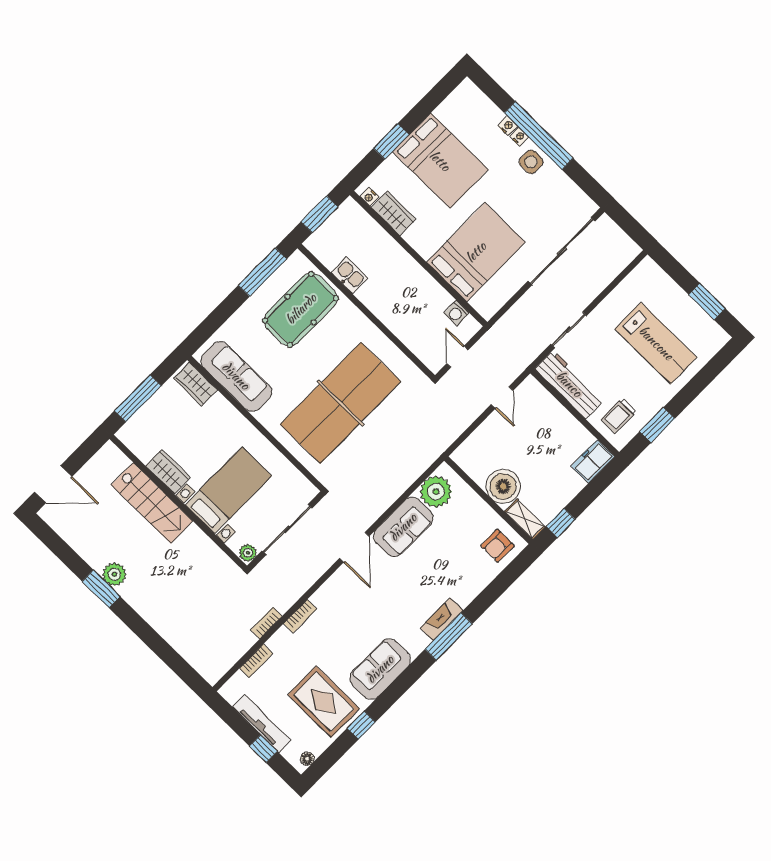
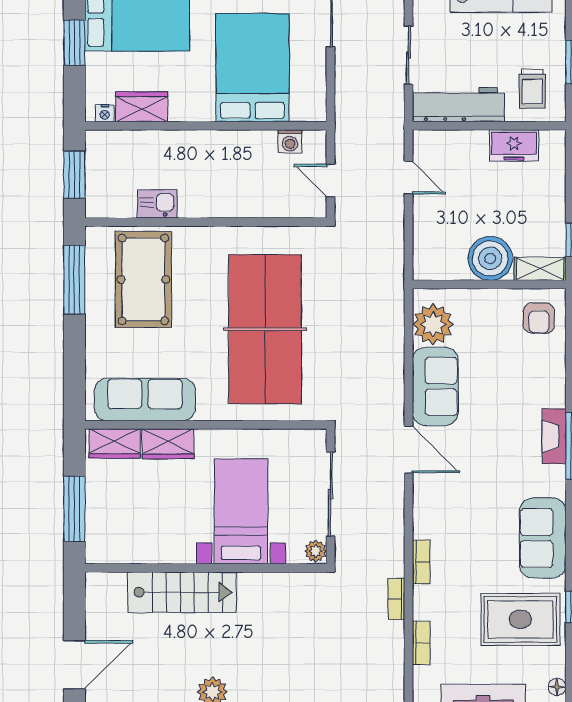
freezer: (593, 461) -> (514, 146), moved, turned -90
wardrobe: (168, 472) -> (168, 444), moved, turned 180

